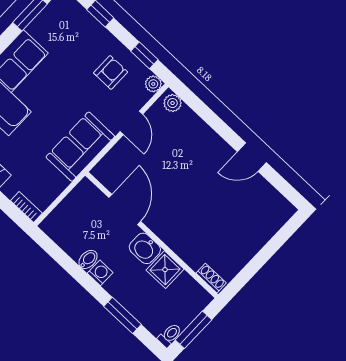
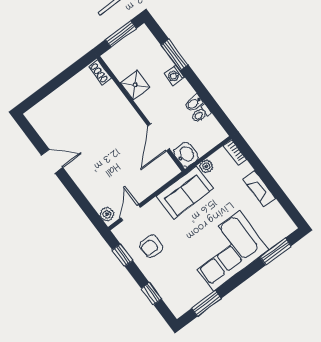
plant: (153, 84) -> (206, 166), moved
door: (131, 123) -> (131, 213), moved
washbasin: (145, 248) -> (186, 155), moved
washing machine: (100, 273) -> (174, 75), moved
toilet: (170, 335) -> (201, 114), moved

